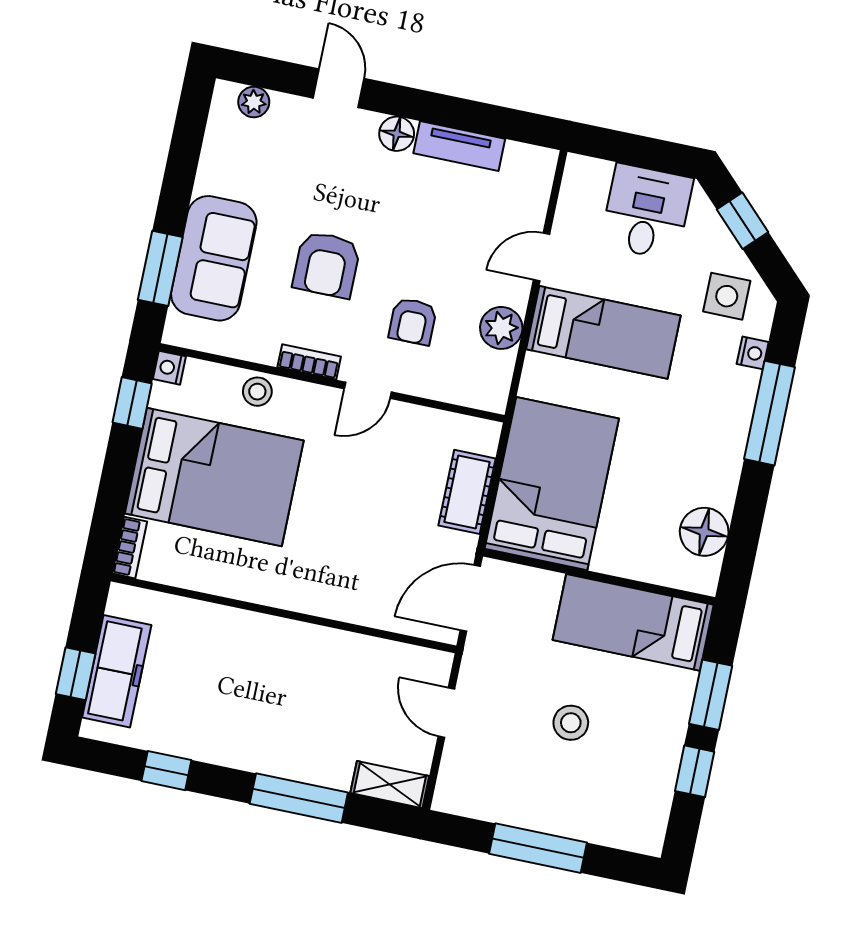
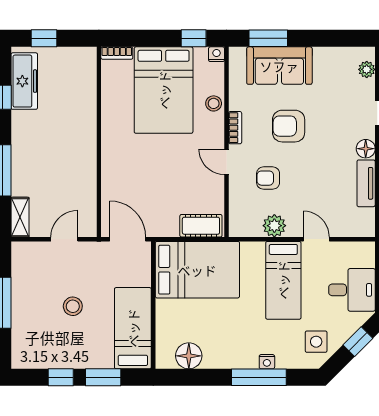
nightstand: (753, 353) -> (267, 362), moved
cot: (467, 492) -> (201, 226), moved
freezer: (117, 671) -> (24, 81), moved, turned -90

